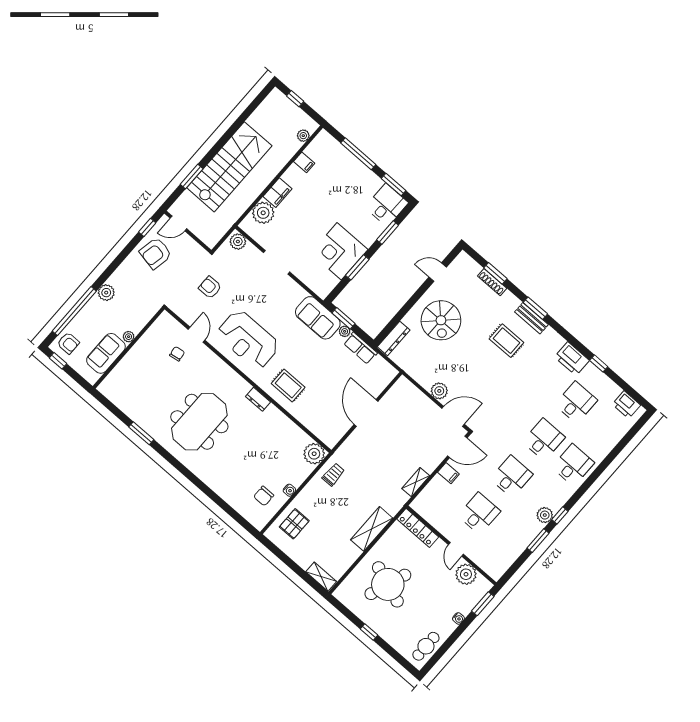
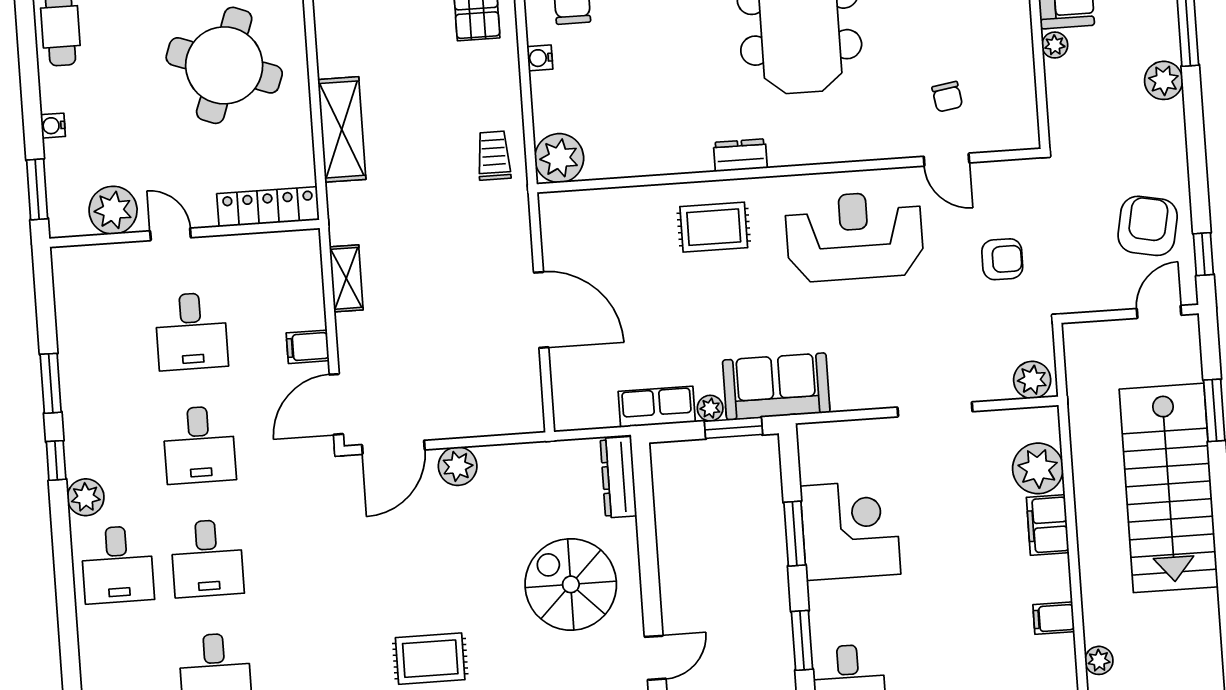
trolley: (333, 474) -> (494, 156), turned 180
plant: (545, 515) -> (86, 497), moved

